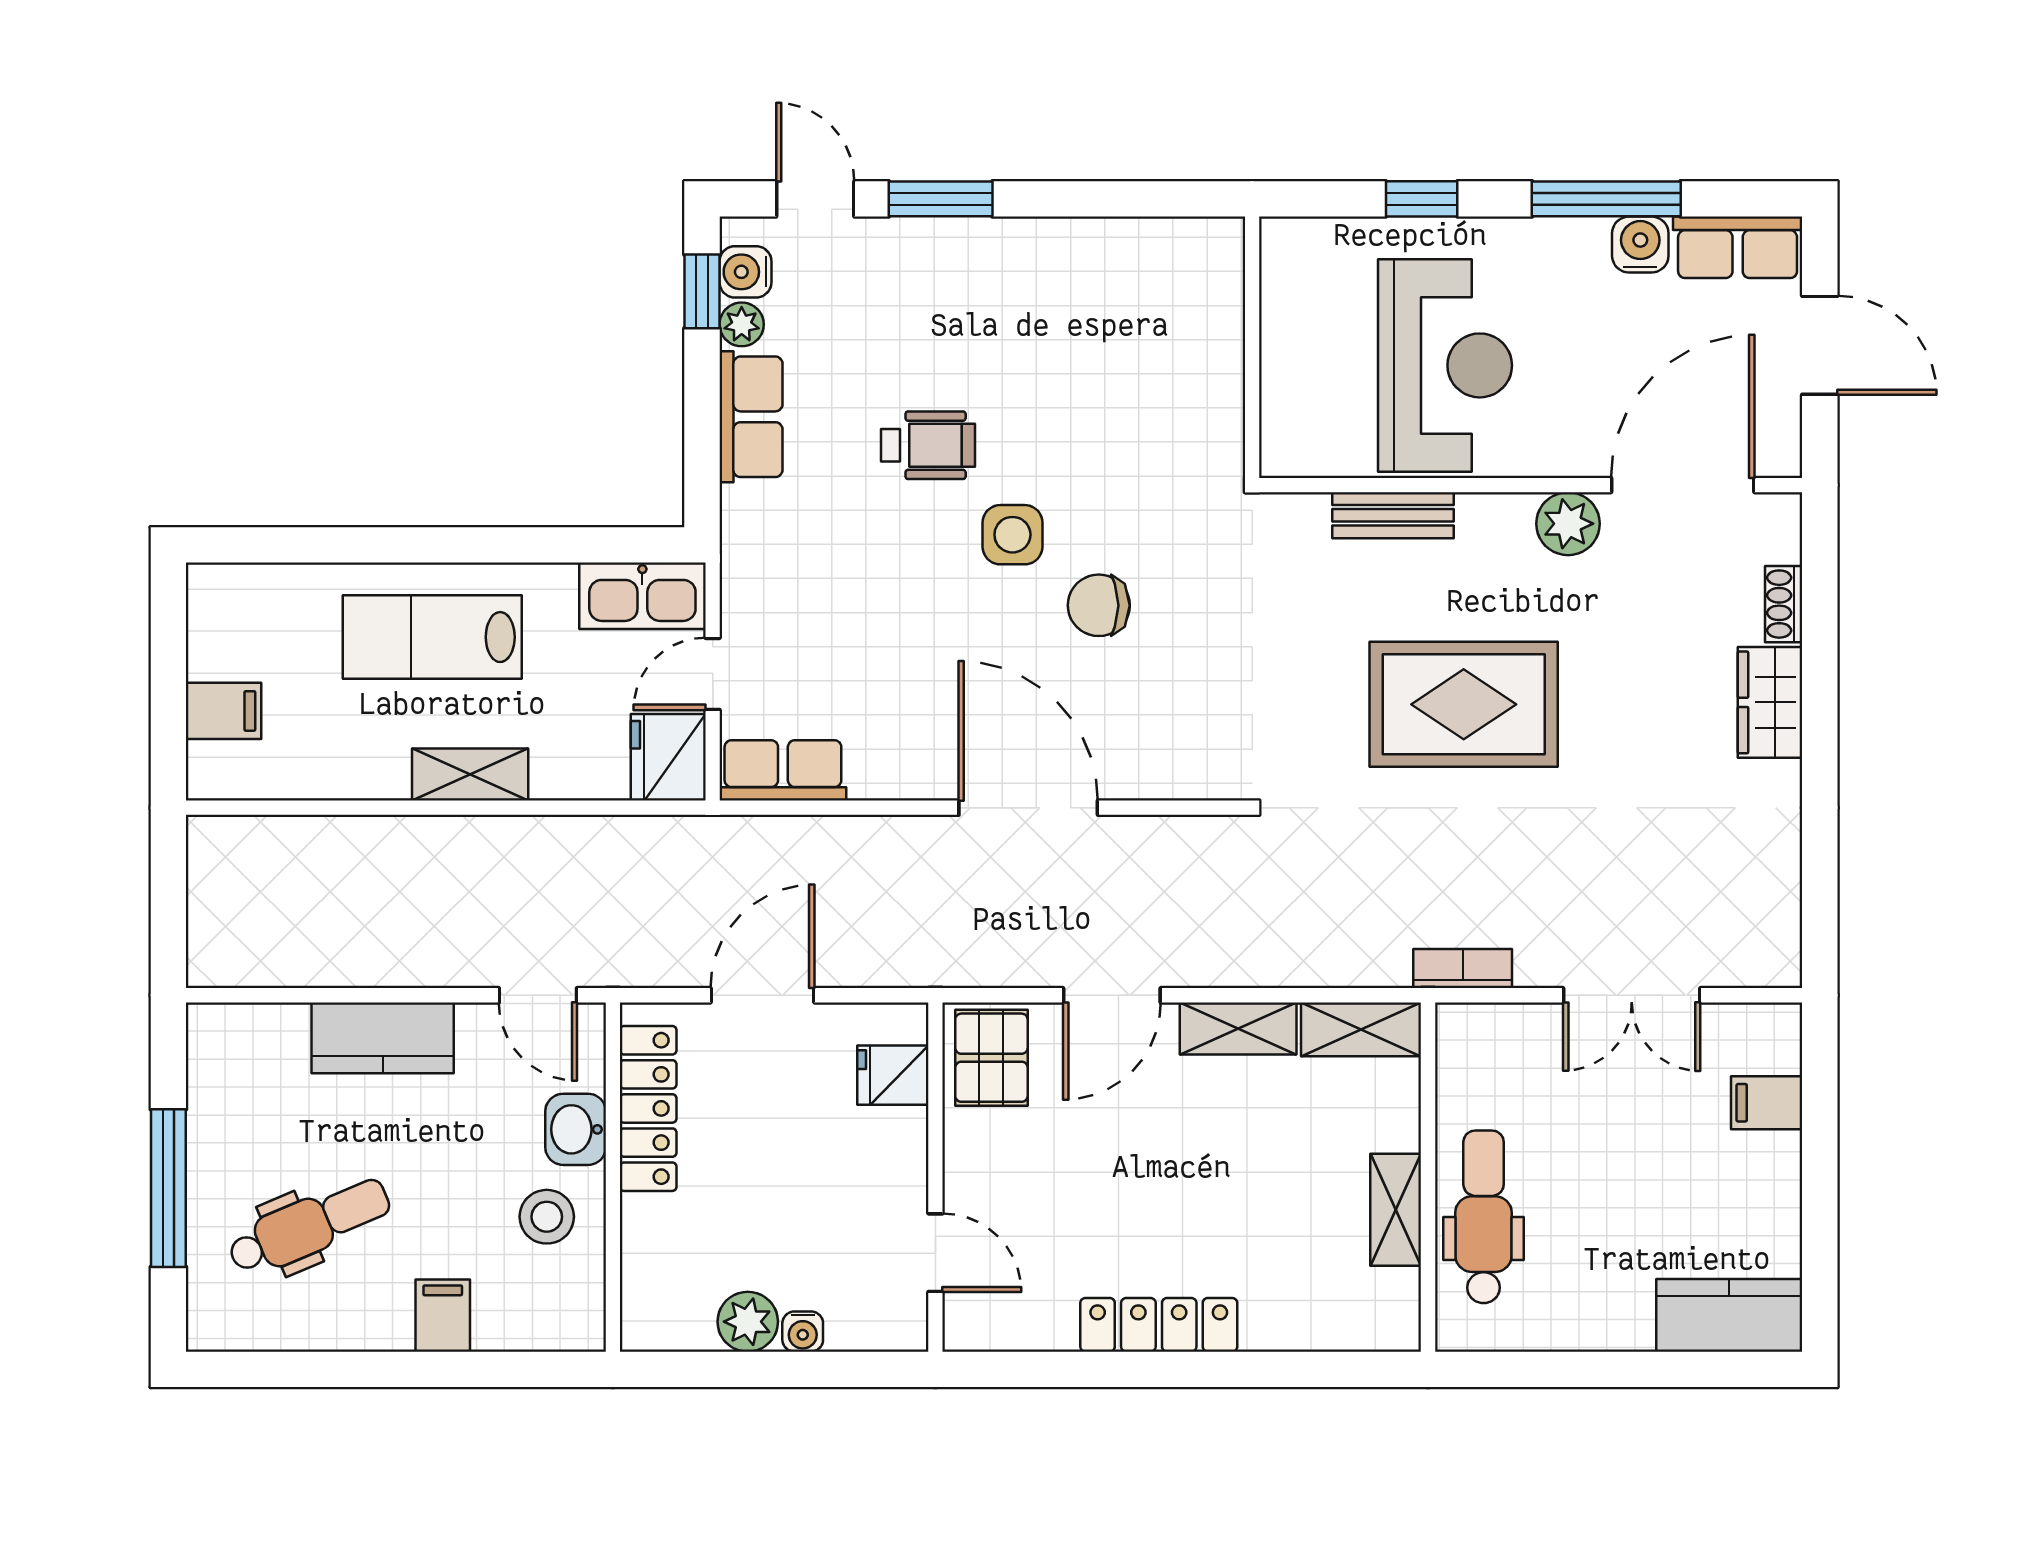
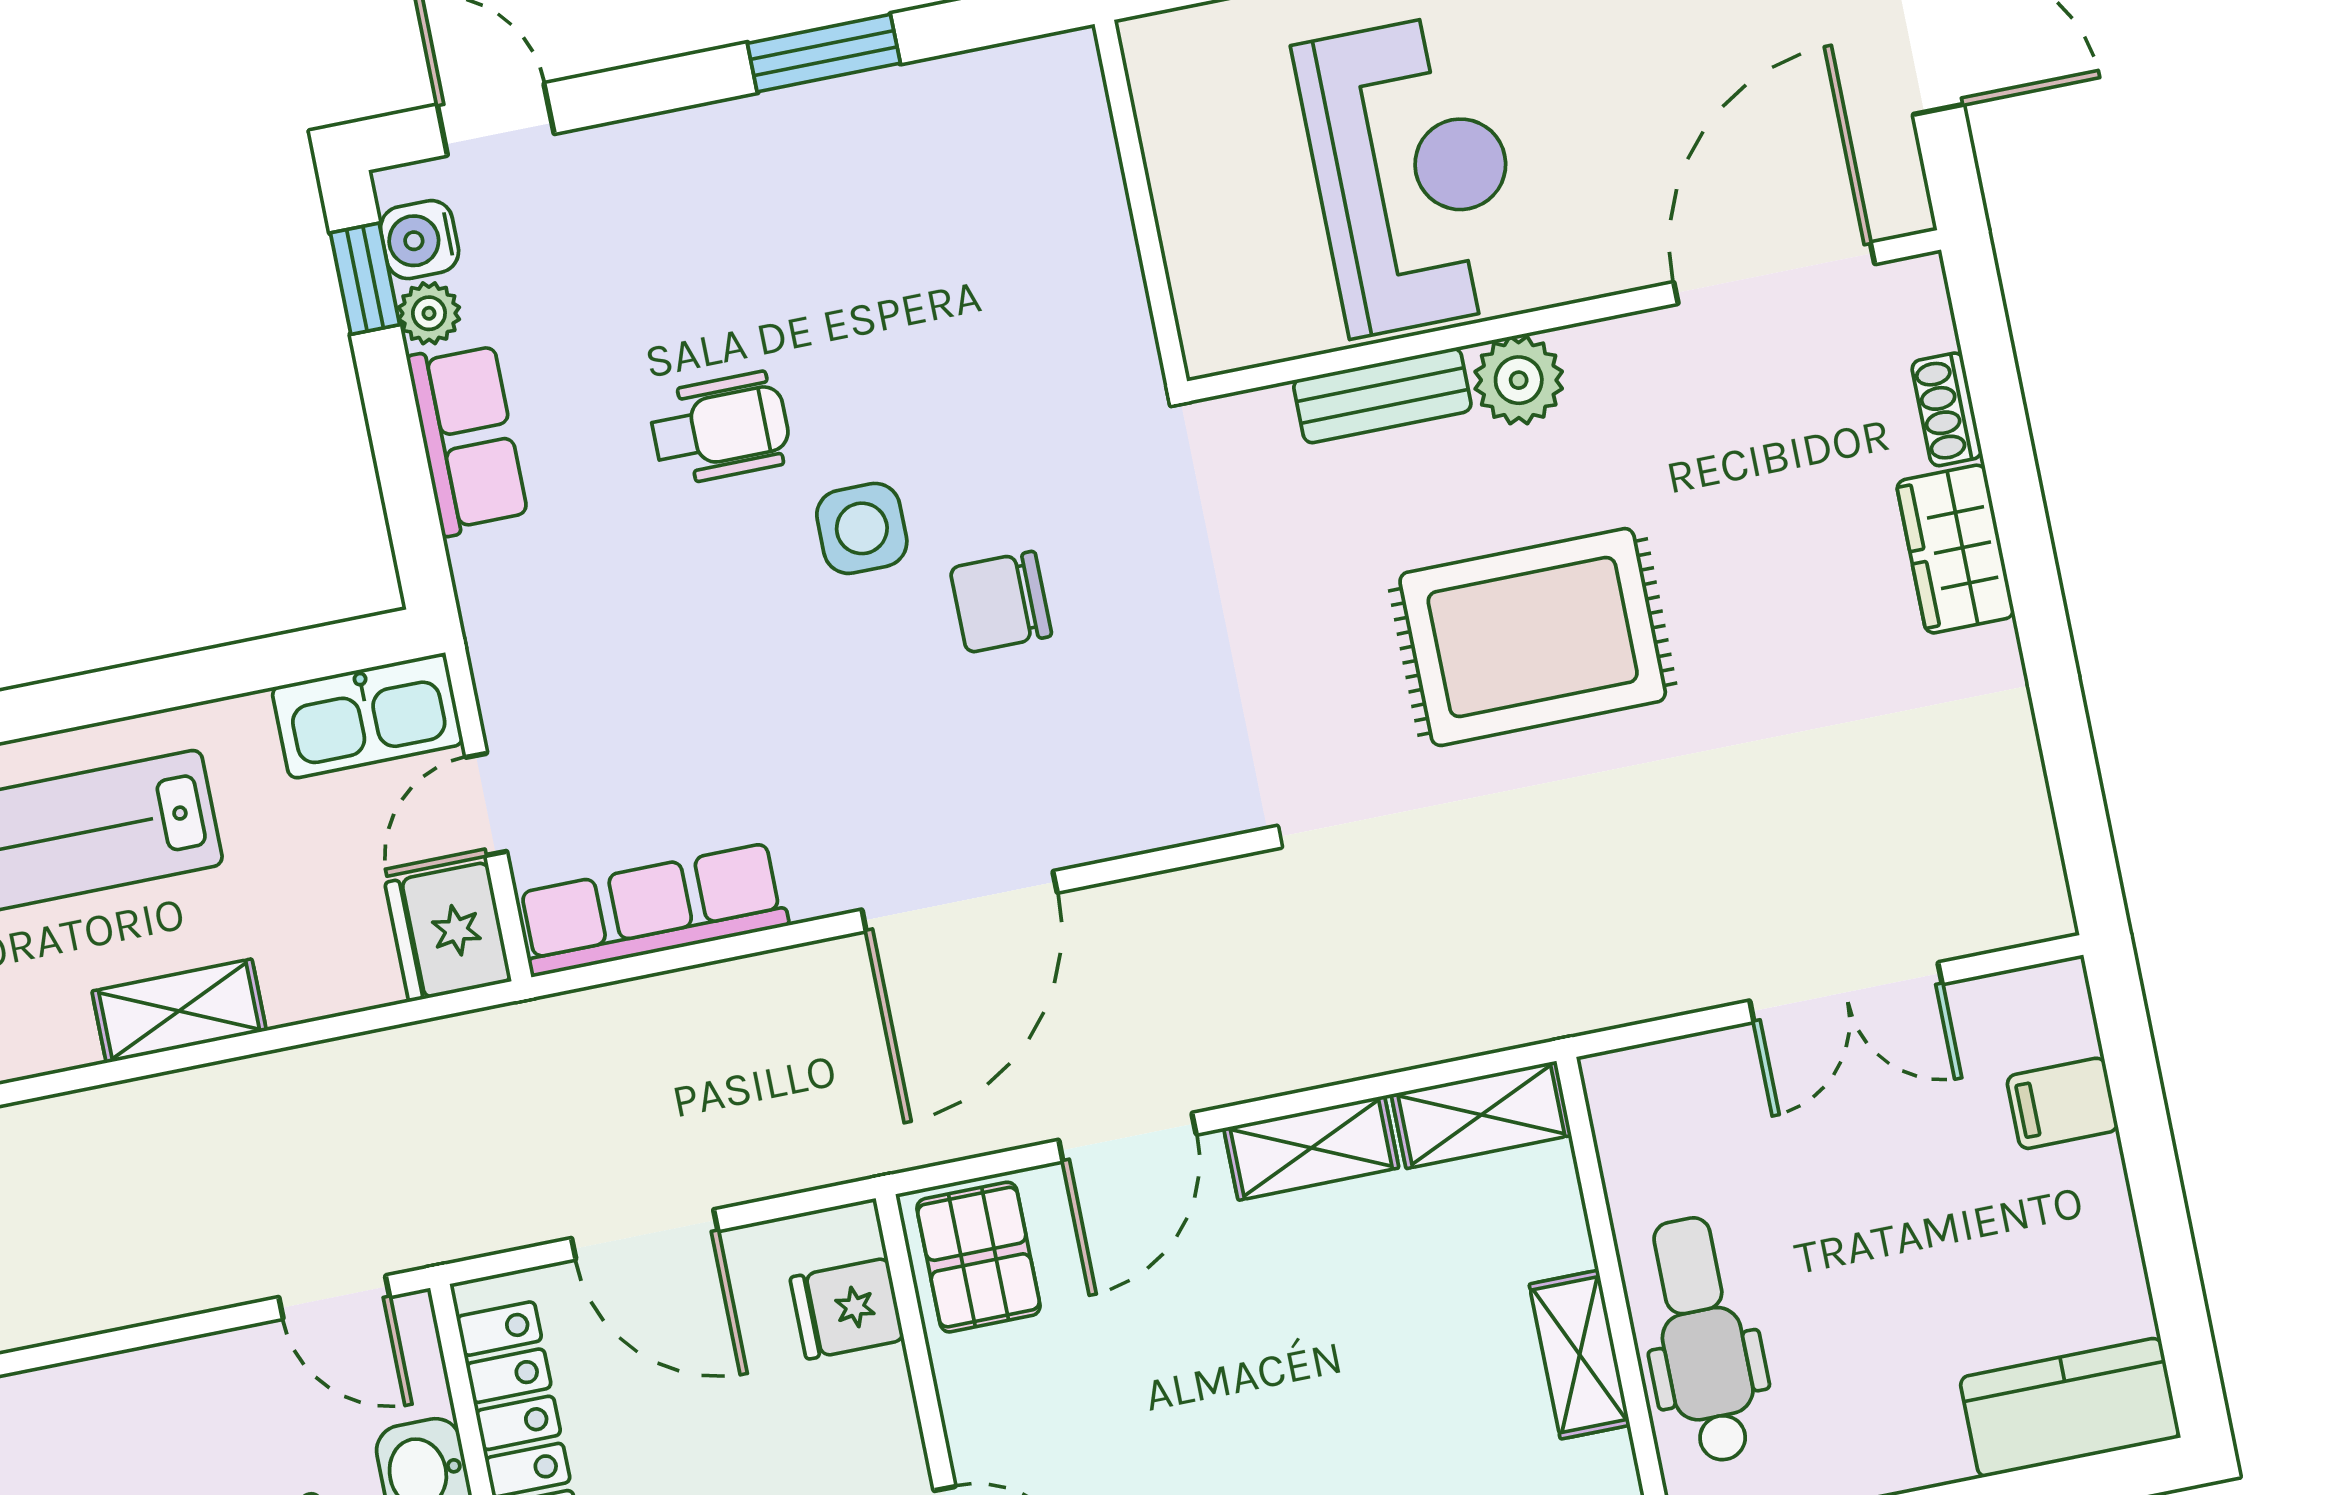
window: (941, 199) -> (824, 53), moved
plant: (1568, 524) -> (1519, 380), moved
row of seats: (783, 770) -> (652, 910), width x1.48
door: (1028, 808) -> (960, 901), swing flipped
bookcase: (1463, 969) -> (1605, 1002), removed
door: (763, 995) -> (645, 1235), swing flipped
kitchen counter: (383, 1038) -> (131, 1399), removed

